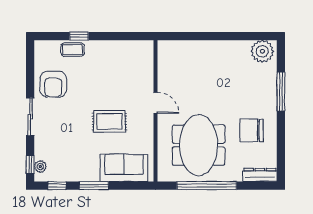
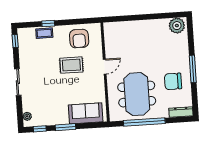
armchair: (53, 84) -> (79, 39), moved
window: (281, 91) -> (193, 69), moved
door: (155, 103) -> (105, 67), hinge flipped
rug: (109, 122) -> (71, 65), moved
window: (30, 165) -> (15, 41), moved

